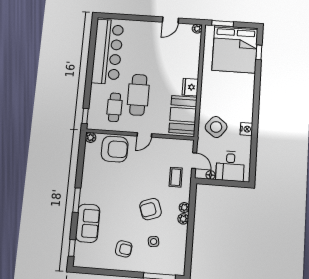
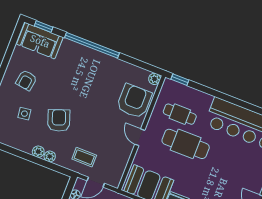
armchair: (115, 149) -> (134, 101), turned 180
window: (77, 200) -> (92, 45), width x2.11
sofa: (88, 223) -> (40, 41), moved

